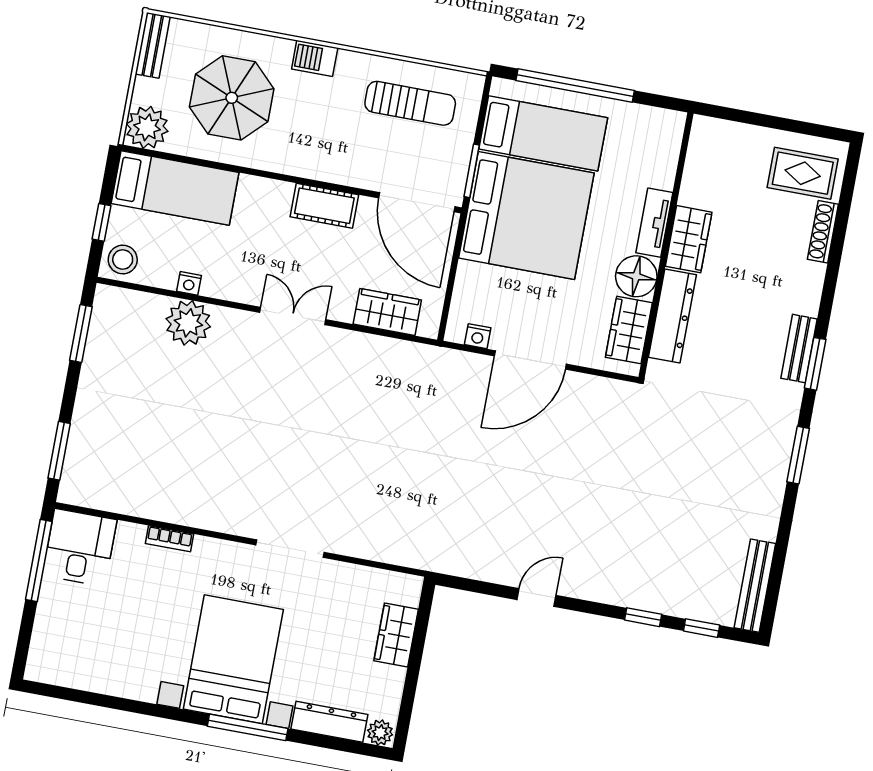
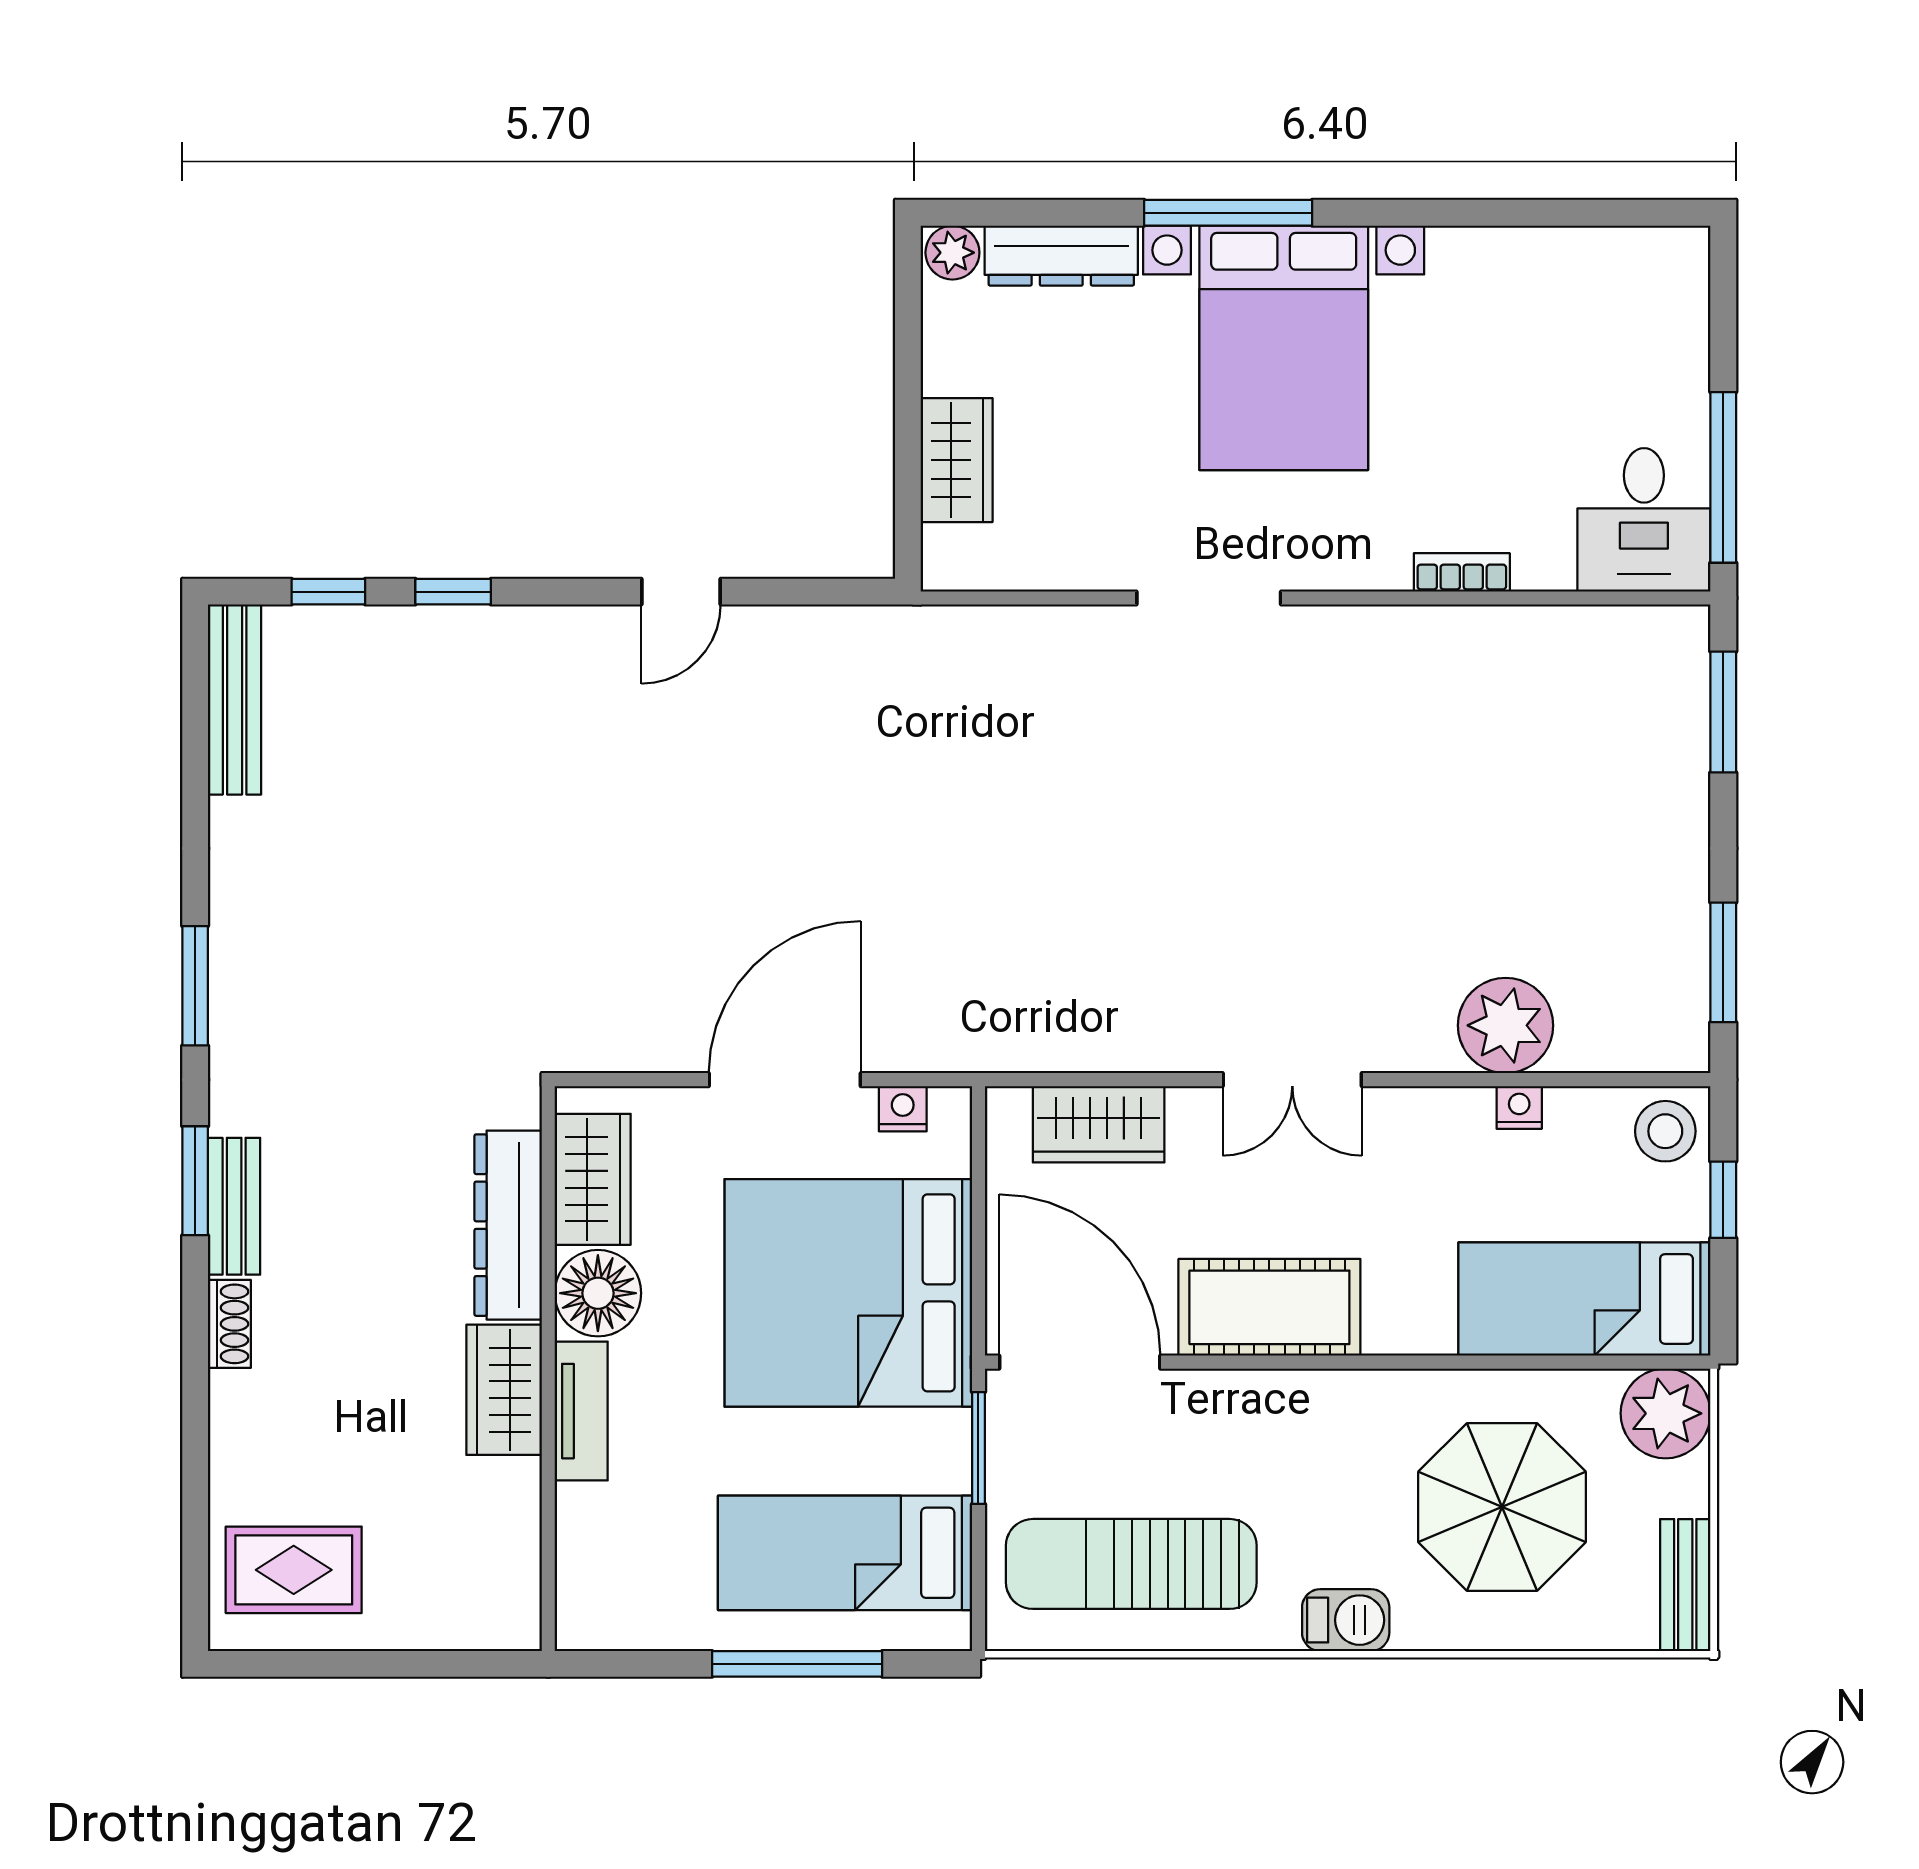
window: (575, 86) -> (797, 1664), width x0.68
sun lounger: (410, 103) -> (1131, 1564), width x1.36, depth x1.34
cot: (324, 206) -> (1269, 1307), width x1.37, depth x1.34
bed: (526, 216) -> (848, 1293), moved
shoe rack: (823, 232) -> (229, 1324), moved, width x0.70

